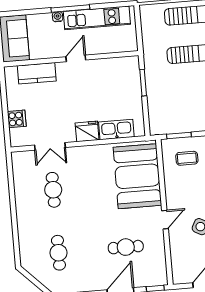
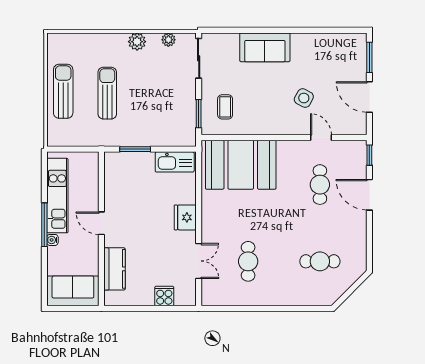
kitchen sink: (116, 130) -> (175, 162), moved, turned -90
cafe table: (53, 190) -> (248, 261), turned 90
door: (165, 220) -> (321, 138), moved

